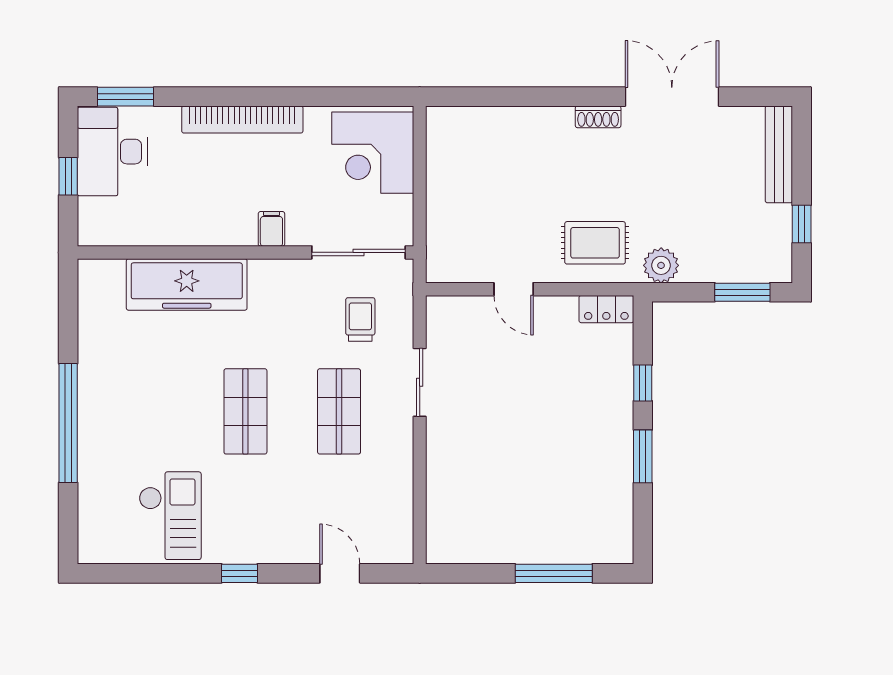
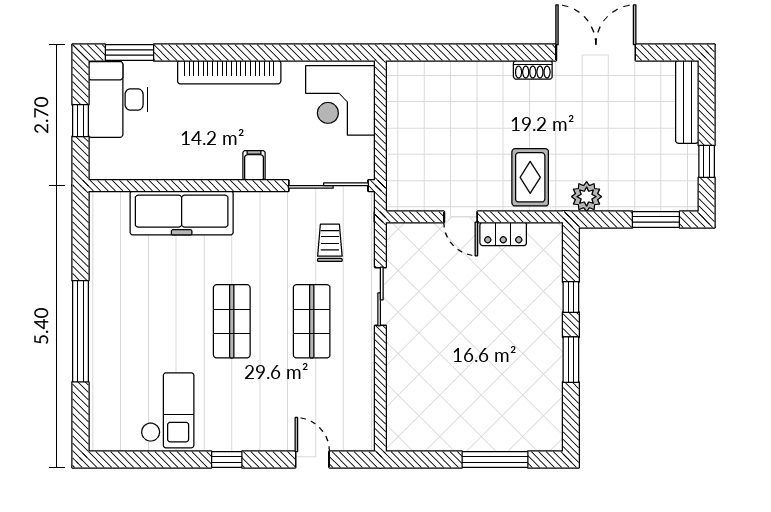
rug: (595, 243) -> (530, 177), turned 90
locker: (606, 309) -> (503, 234), moved

